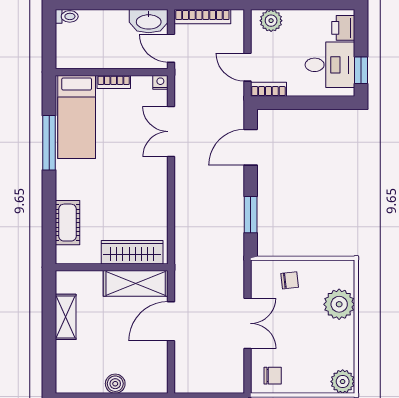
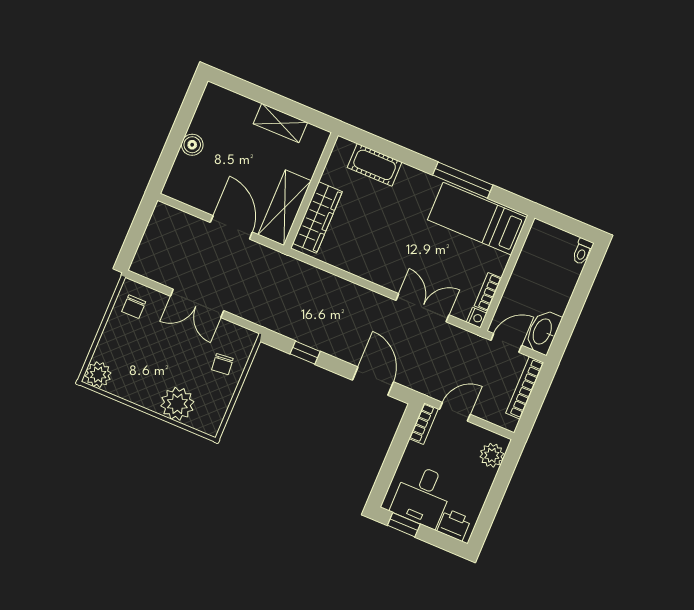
bookcase: (114, 82) -> (488, 292), moved
window: (251, 215) -> (305, 353), width x0.67

